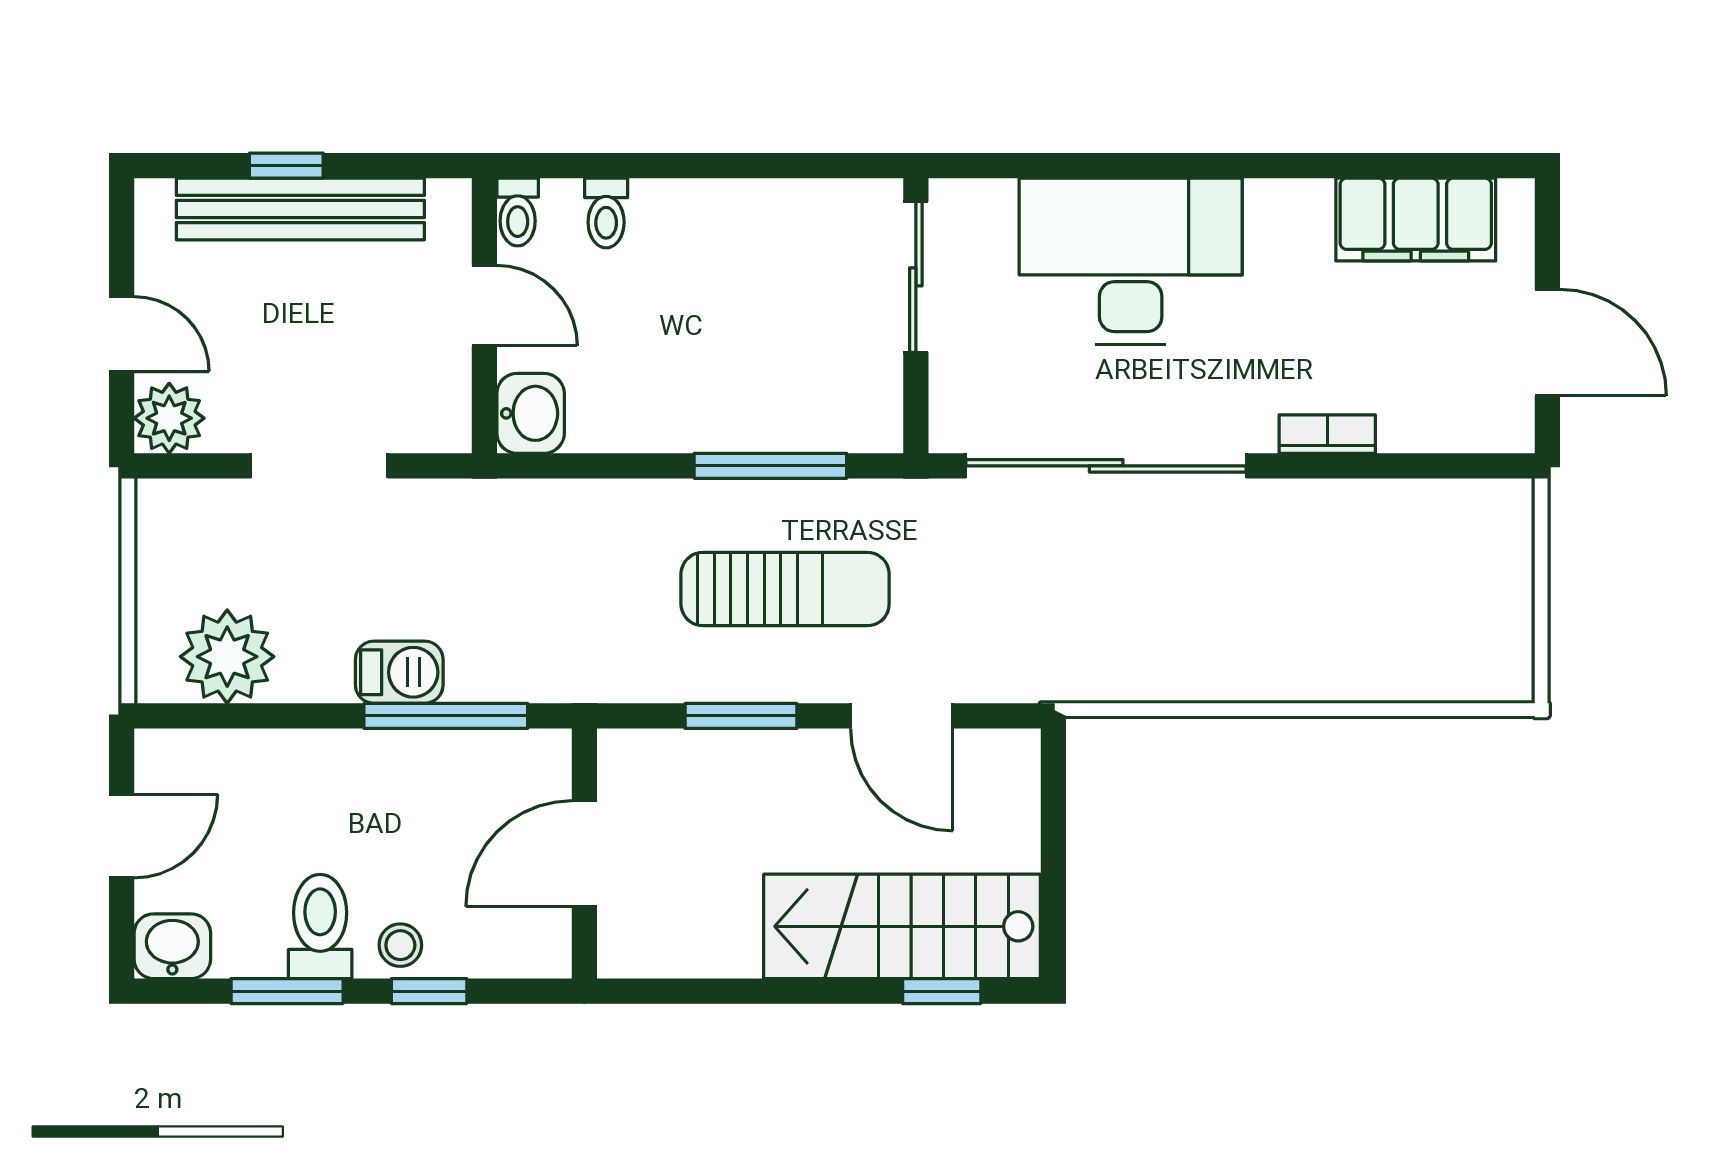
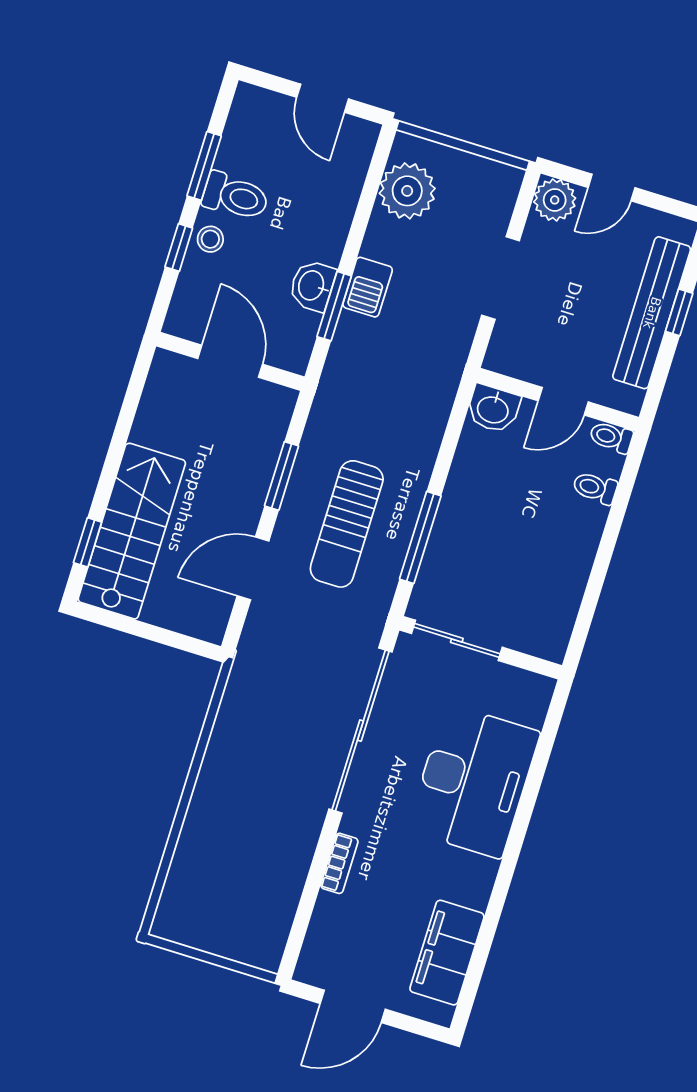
sliding door: (916, 277) -> (457, 640), moved
window: (446, 716) -> (334, 306), width x0.69
washbasin: (172, 946) -> (312, 286), moved, turned 180

